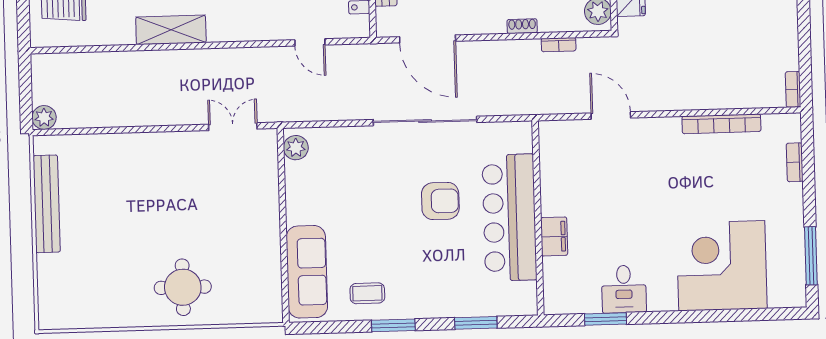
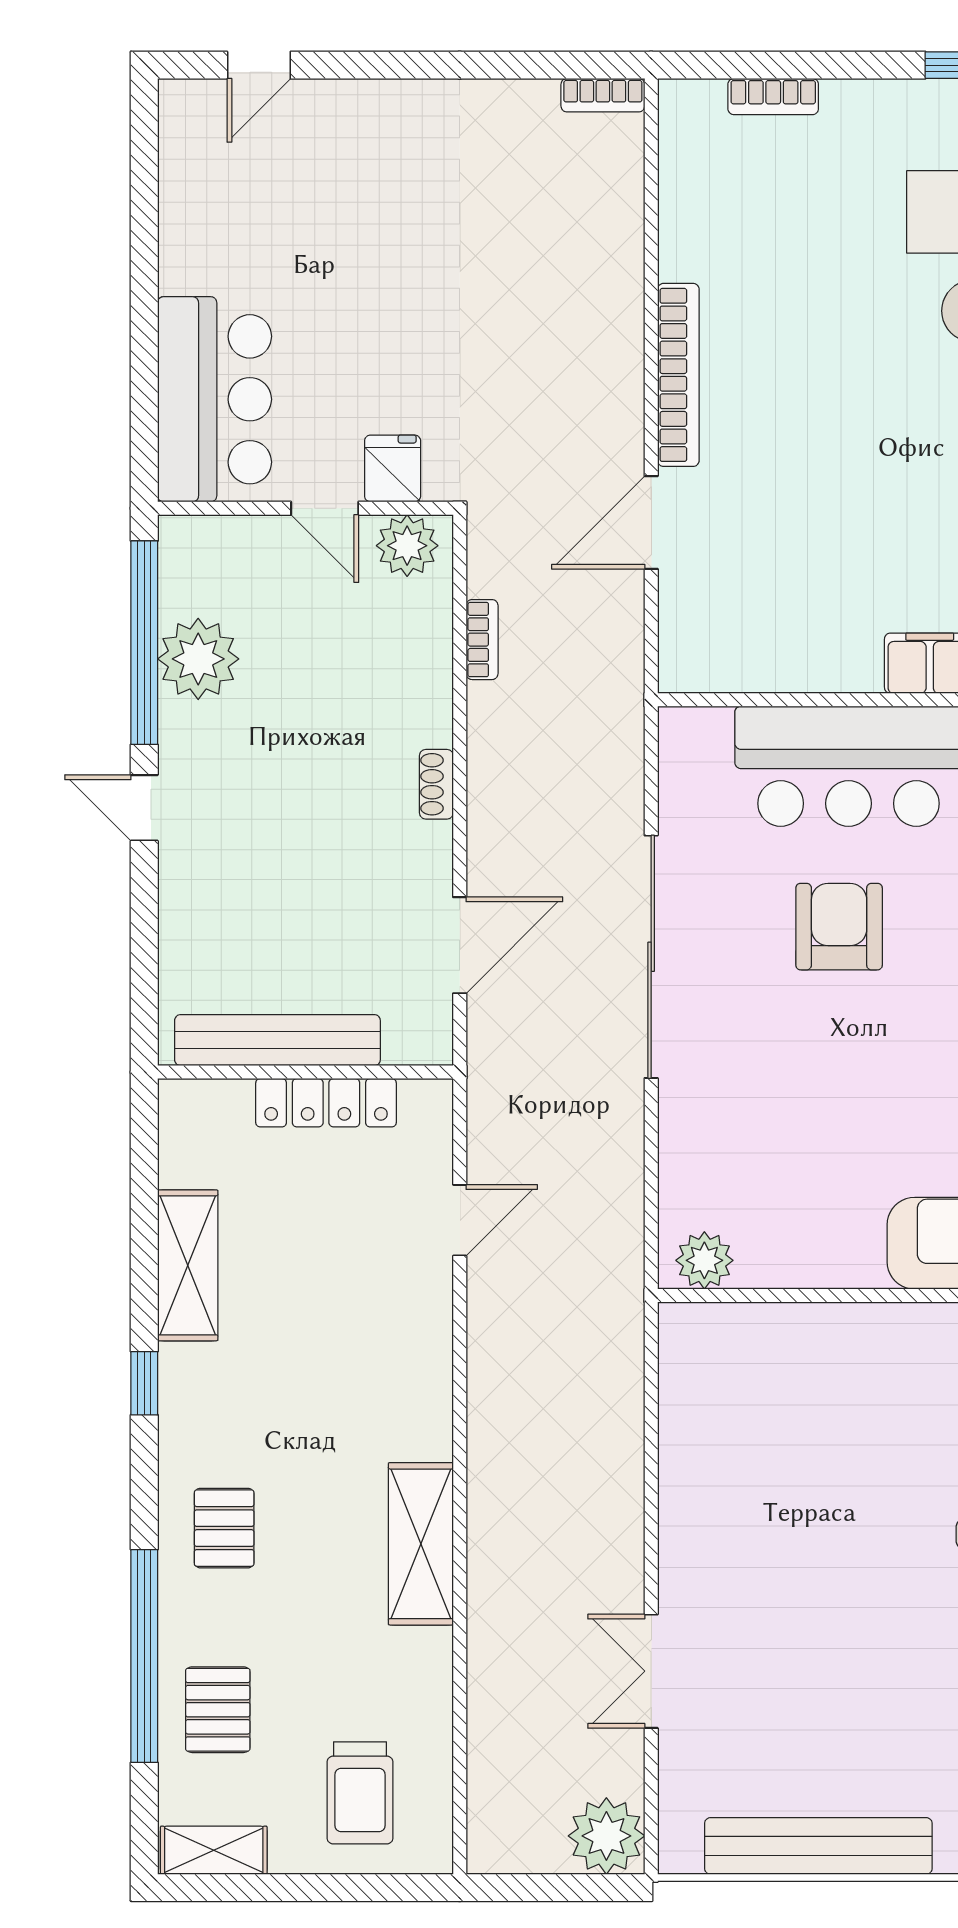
shoe rack: (522, 26) -> (436, 784), moved
door: (428, 39) -> (460, 945), width x0.73
plant: (44, 118) -> (606, 1836), width x1.36, depth x1.36
bookcase: (721, 124) -> (678, 375), moved
double door: (233, 127) -> (651, 1671), moved

